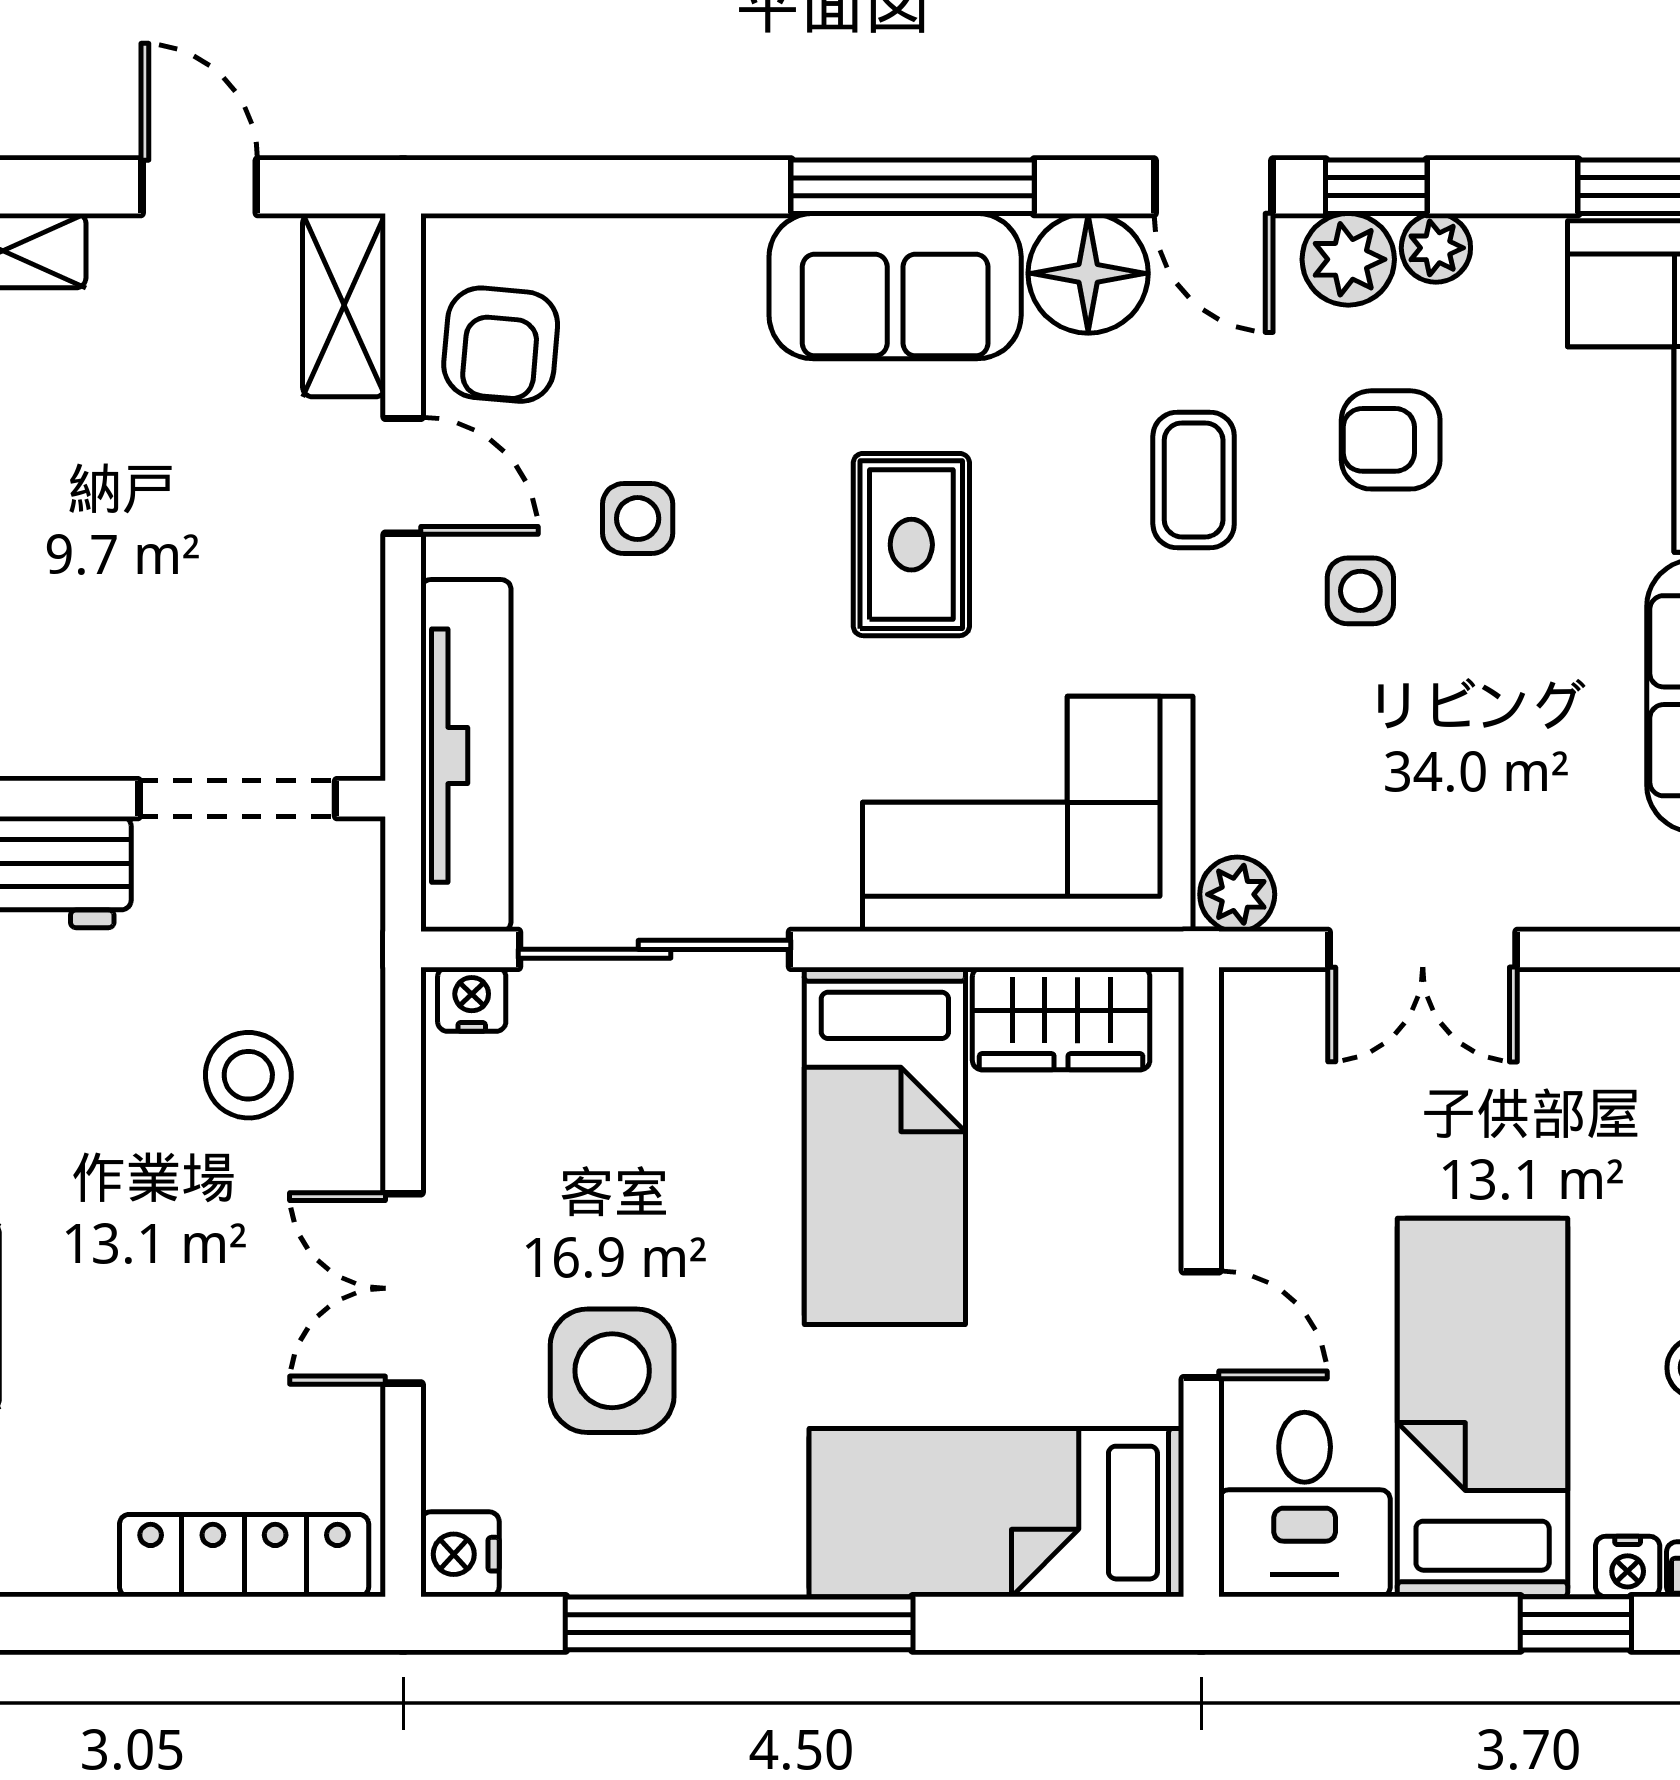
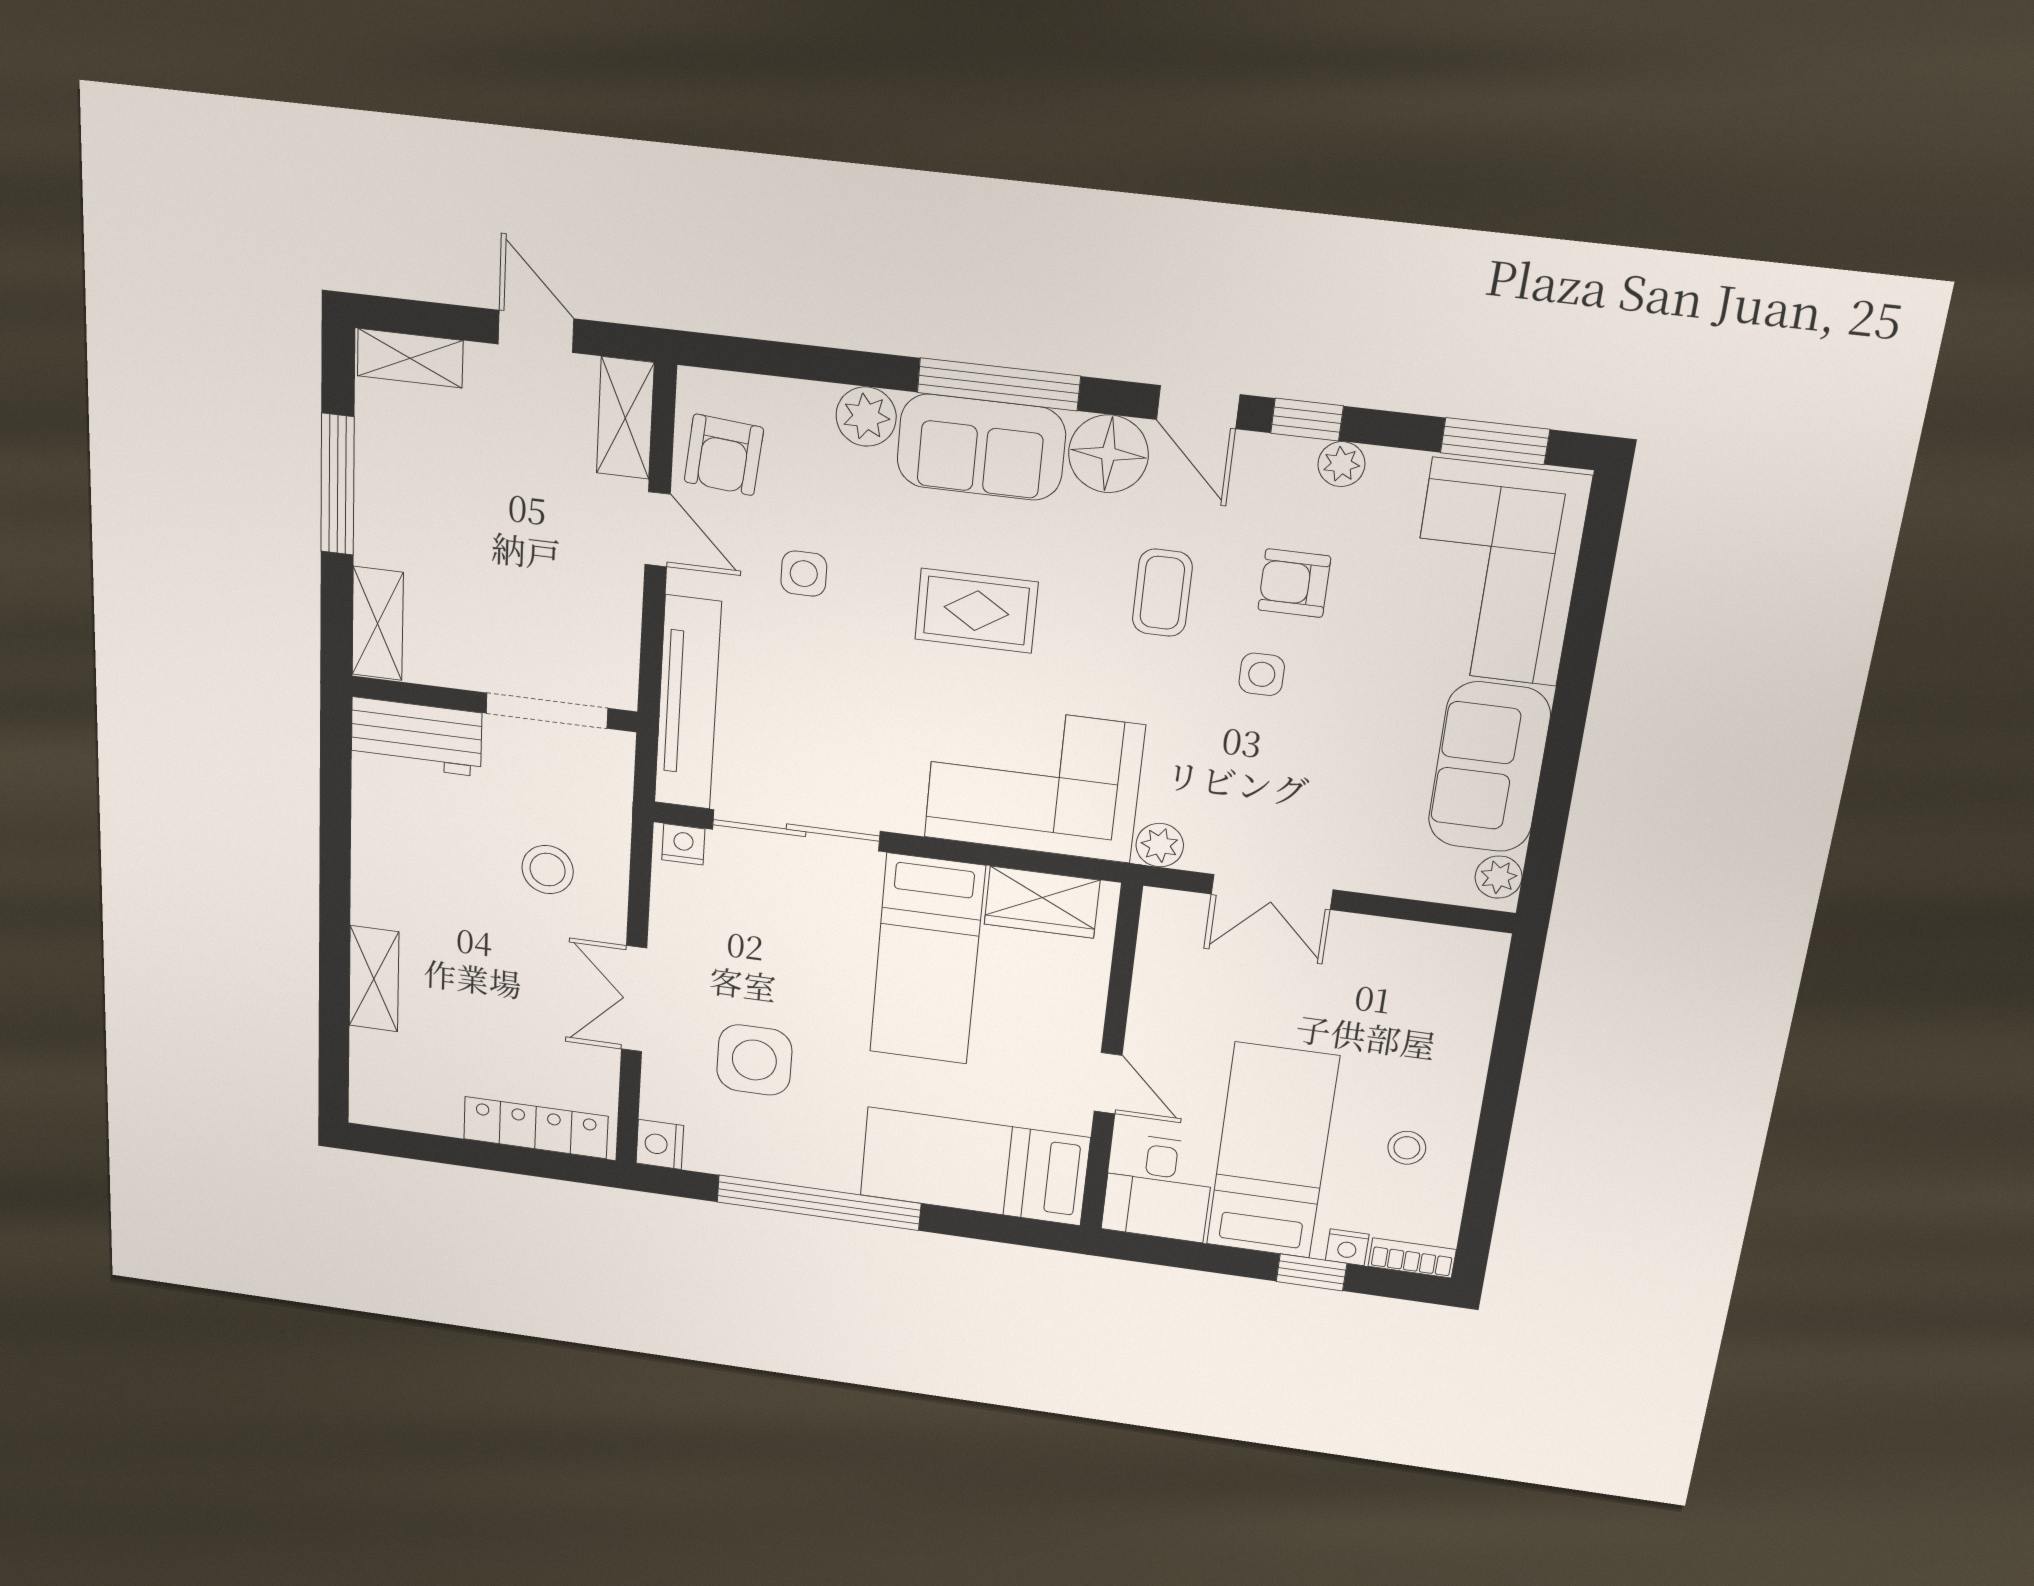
plant: (1348, 259) -> (866, 417), moved
rug: (911, 545) -> (976, 611), turned 90

